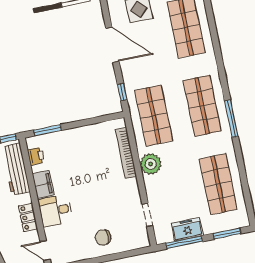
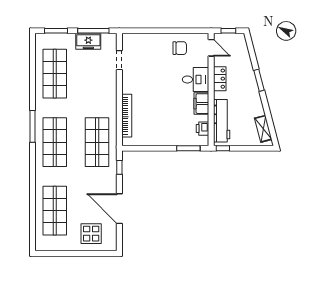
plant: (151, 164) -> (108, 102), removed
chair: (103, 237) -> (180, 48), moved

